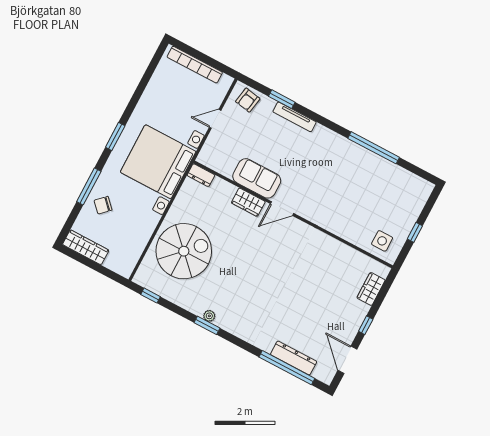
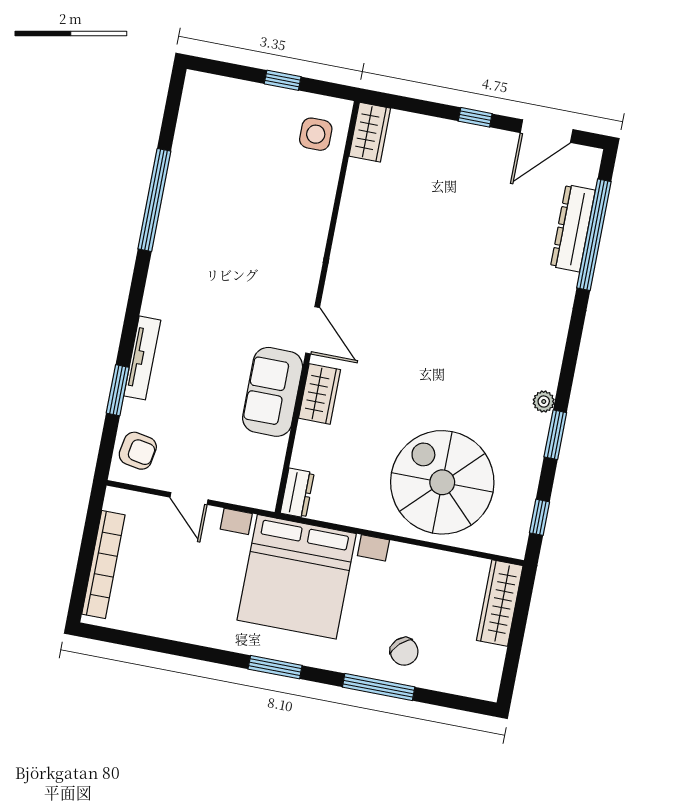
wardrobe: (86, 247) -> (500, 603), moved
wardrobe: (371, 289) -> (370, 132), moved, turned -90
window: (207, 325) -> (555, 435), moved

